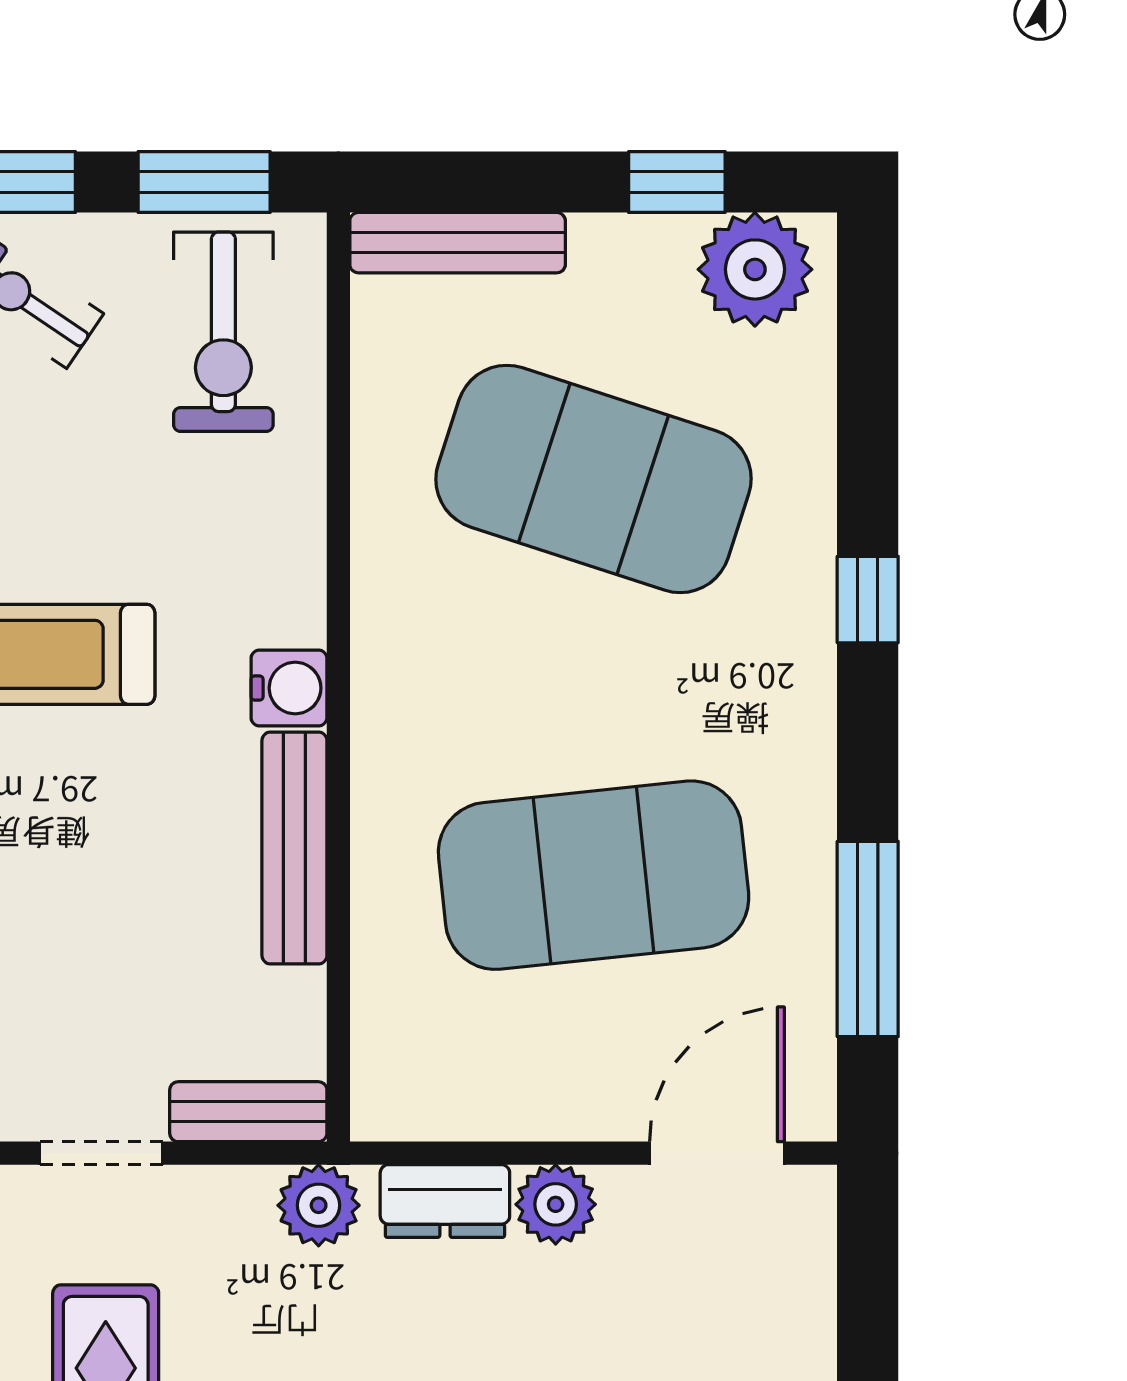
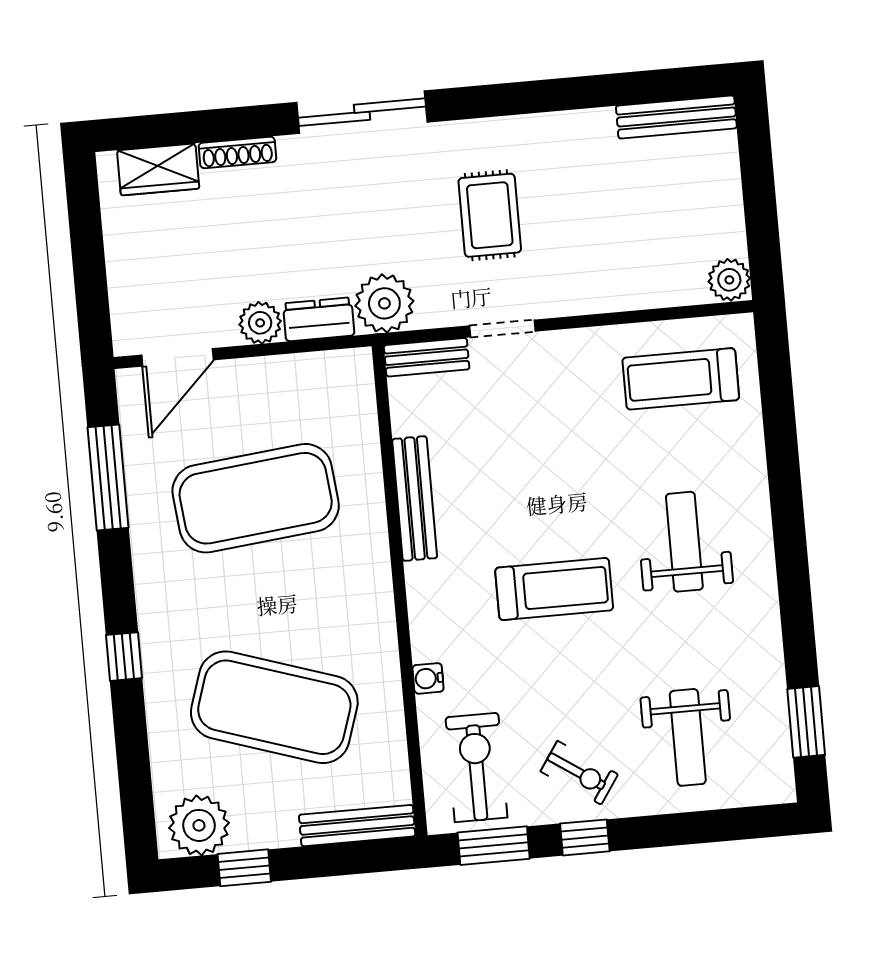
water cooler: (289, 688) -> (428, 678), moved, width x0.72, depth x0.72
plant: (319, 1205) -> (384, 303), width x1.36, depth x1.36

